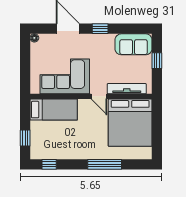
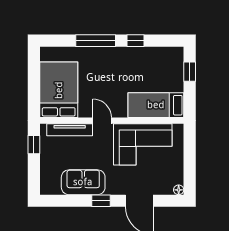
sofa: (134, 44) -> (83, 182), moved
window: (157, 61) -> (34, 145), moved
bed: (130, 123) -> (59, 90), width x0.73
window: (49, 164) -> (136, 41), moved

